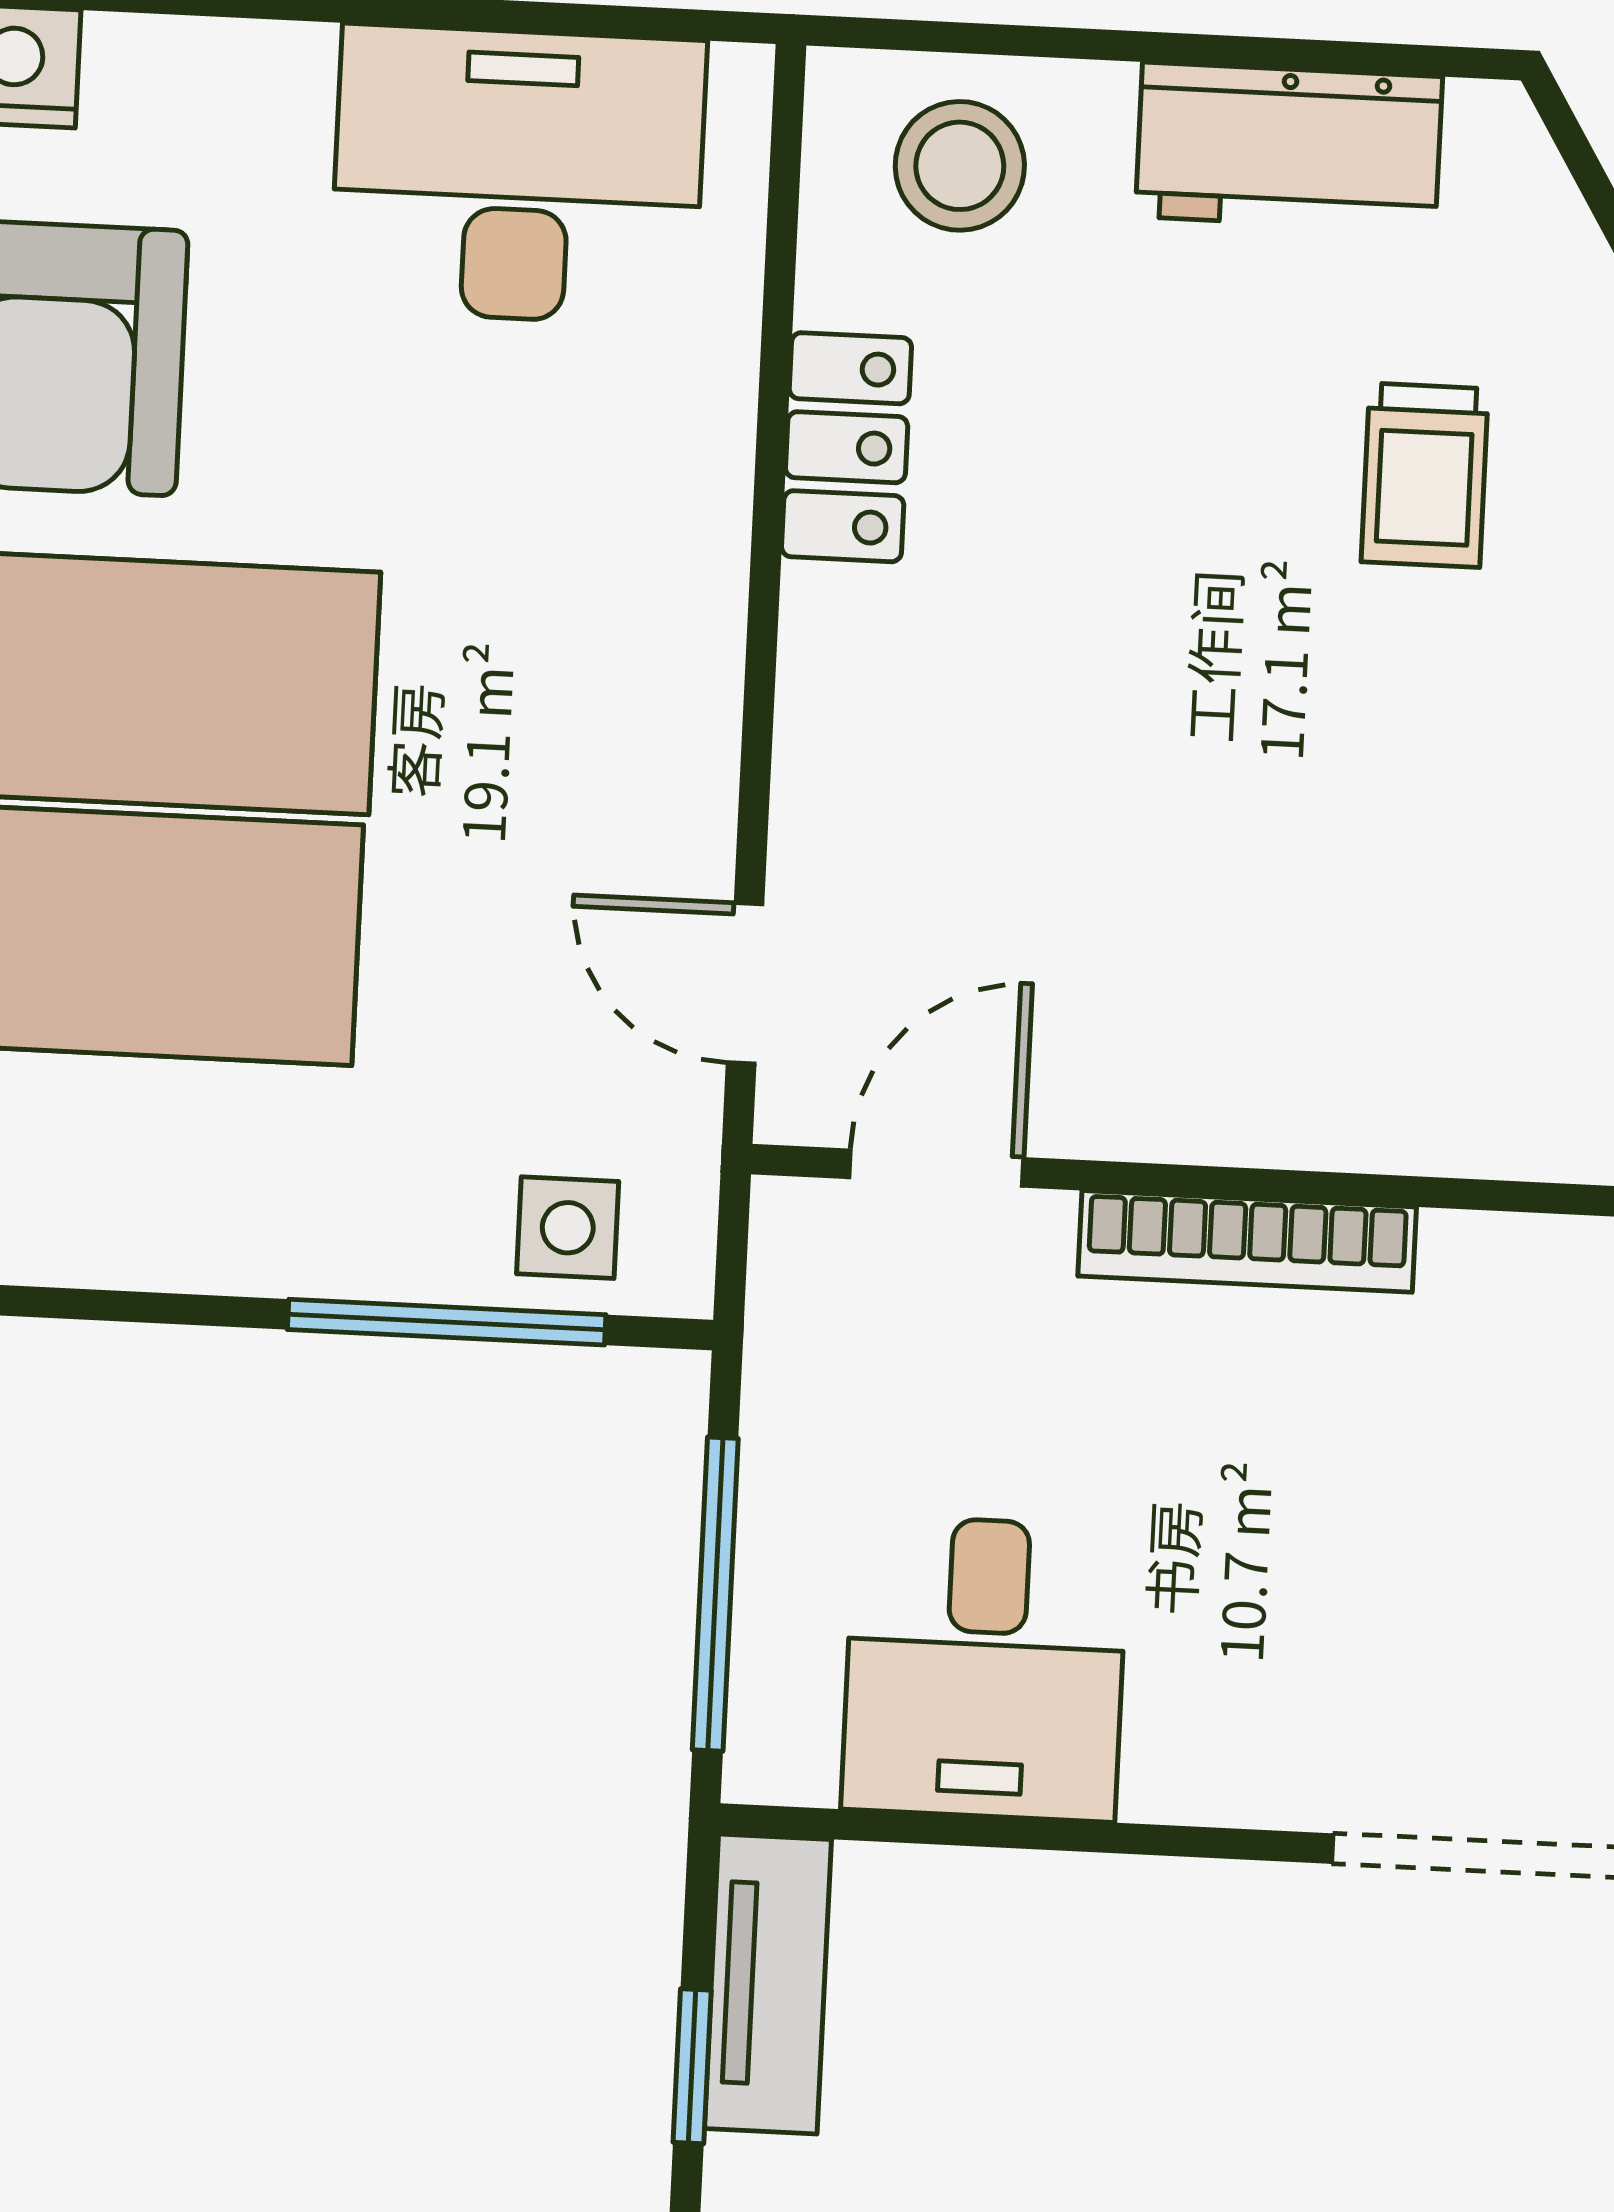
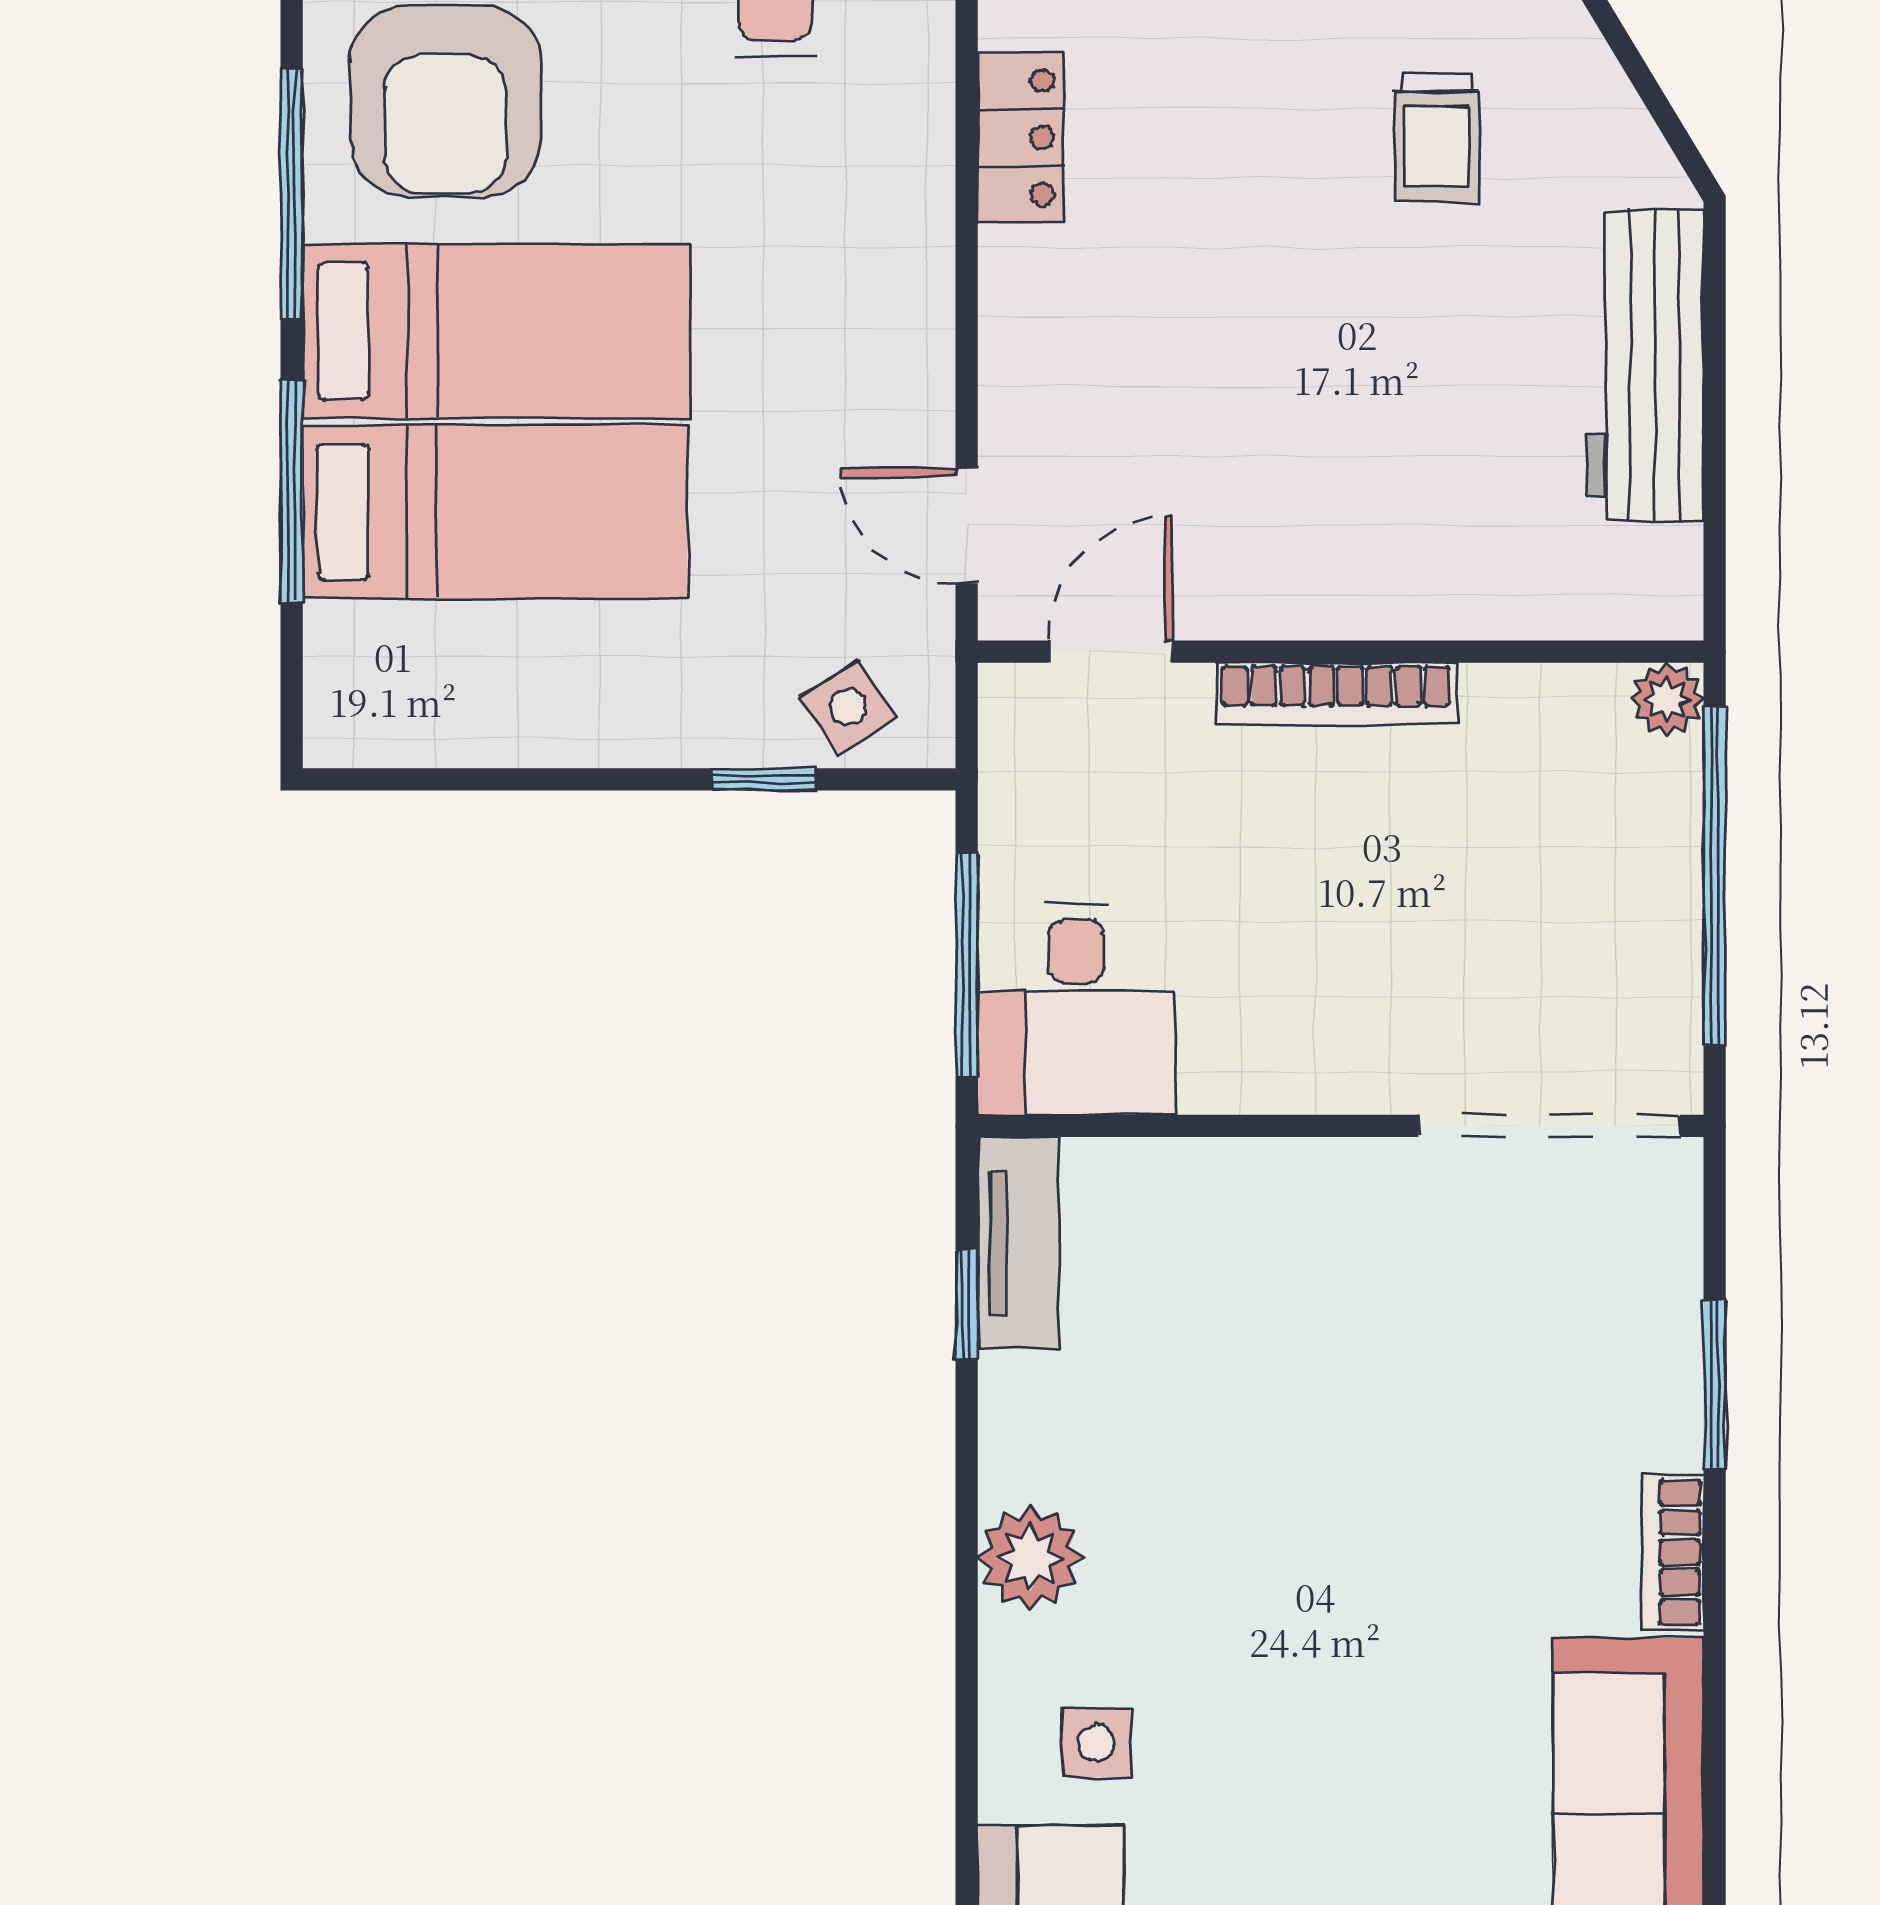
side table: (568, 1228) -> (848, 707), turned -33
window: (447, 1322) -> (764, 779), width x0.46
desk: (985, 1668) -> (1076, 1009), moved

